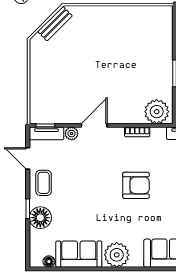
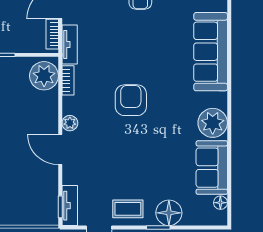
bookcase: (137, 132) -> (68, 80), moved
plant: (72, 134) -> (70, 123), moved

